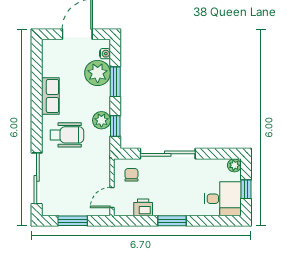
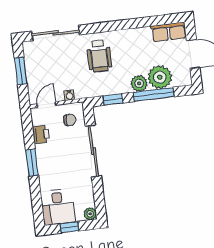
water cooler: (105, 54) -> (69, 95), moved
window: (115, 82) -> (154, 94), width x1.44
row of seats: (50, 96) -> (169, 32), moved
plant: (101, 120) -> (139, 83), moved
door: (112, 198) -> (47, 105), hinge flipped

